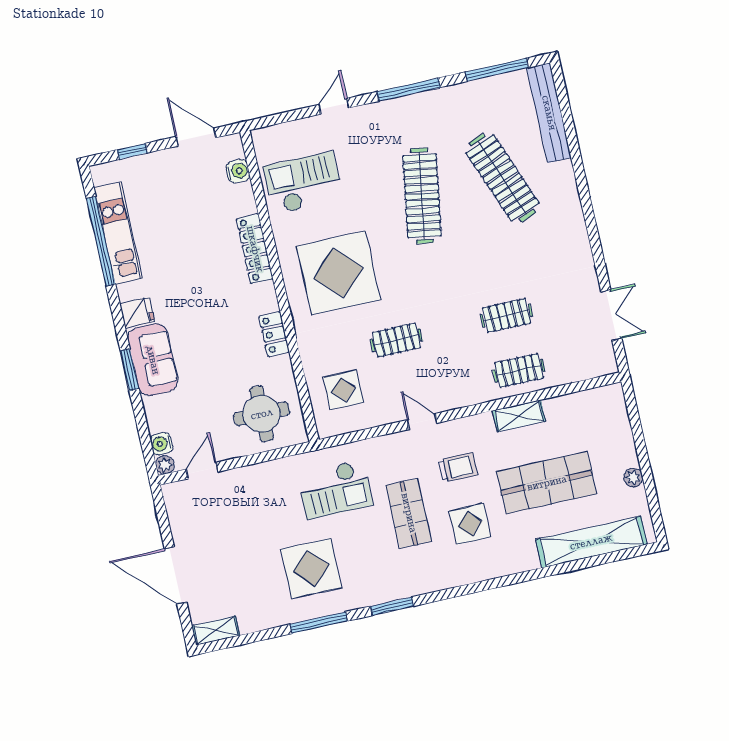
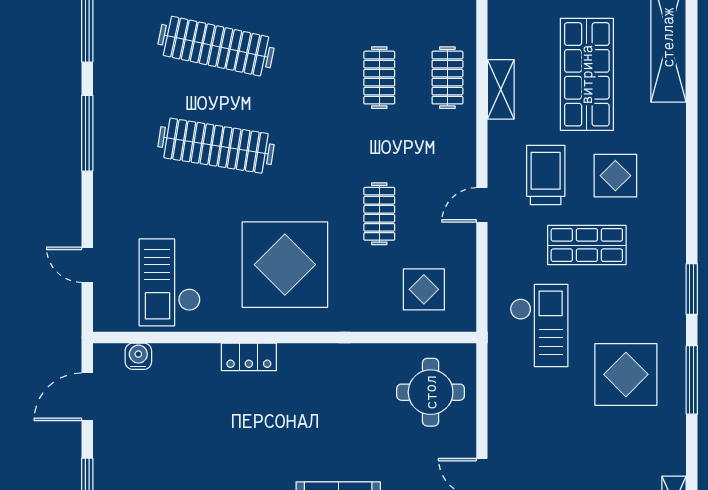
door: (334, 106) -> (87, 265), moved
clothes rail: (502, 178) -> (216, 46), turned 33
locker: (255, 249) -> (249, 357), width x0.66
locker: (274, 334) -> (340, 356), removed
trolley: (458, 467) -> (546, 175), width x1.36, depth x1.39

